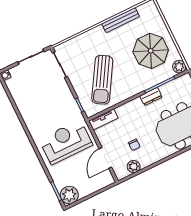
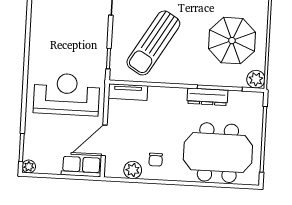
dresser: (151, 96) -> (207, 97), width x1.44
chair: (134, 145) -> (156, 160), moved
row of seats: (100, 182) -> (81, 167), added
plant: (69, 195) -> (29, 167), width x0.53, depth x0.53

